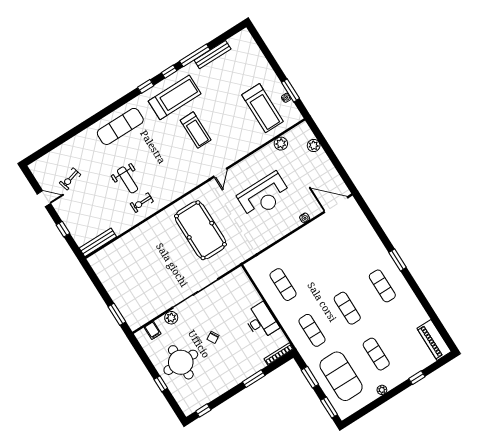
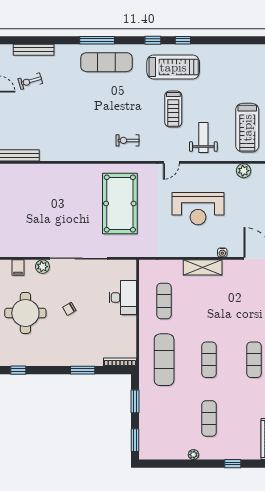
window: (195, 55) -> (97, 40), moved
bench: (213, 55) -> (34, 50), moved
weight bench: (128, 180) -> (203, 137), moved, turned 180
exercise bike: (142, 203) -> (127, 140), moved
shelving: (297, 239) -> (203, 267), added
desk: (261, 321) -> (123, 298), moved
exercise mat: (312, 330) -> (164, 360), width x1.36, depth x1.45
exercise mat: (341, 376) -> (164, 418), removed

